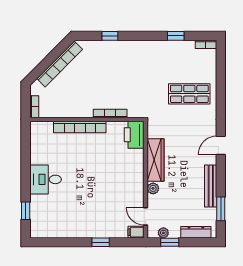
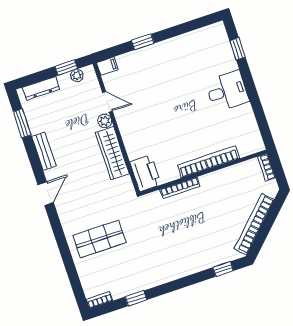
window: (110, 36) -> (223, 269), moved
bench: (211, 186) -> (44, 151), width x0.73
door: (146, 216) -> (107, 102), moved

